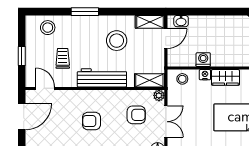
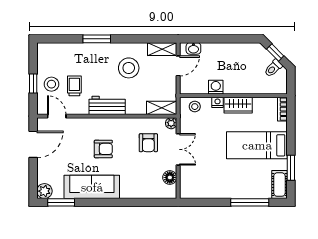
stool: (48, 28) -> (51, 84), moved
workbench: (102, 78) -> (107, 105), width x0.73
armchair: (136, 115) -> (148, 143), turned 90
armchair: (91, 121) -> (103, 149), turned 180

